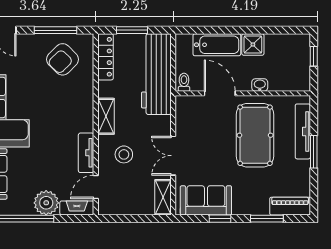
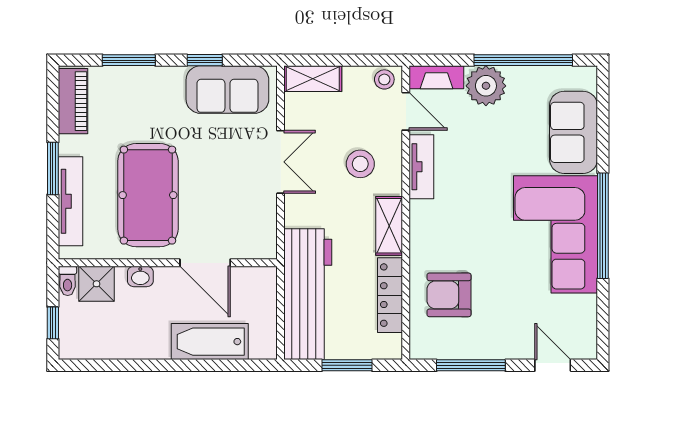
shower: (253, 44) -> (97, 284), moved
locker: (105, 57) -> (390, 295), moved
armchair: (63, 59) -> (449, 295), moved, turned -135
toilet: (184, 82) -> (68, 281), moved
door: (96, 187) -> (406, 111), hinge flipped
shelving: (163, 197) -> (313, 79), moved, turned 90
piano: (290, 206) -> (73, 101), moved, turned -90
stool: (109, 207) -> (384, 79), added

